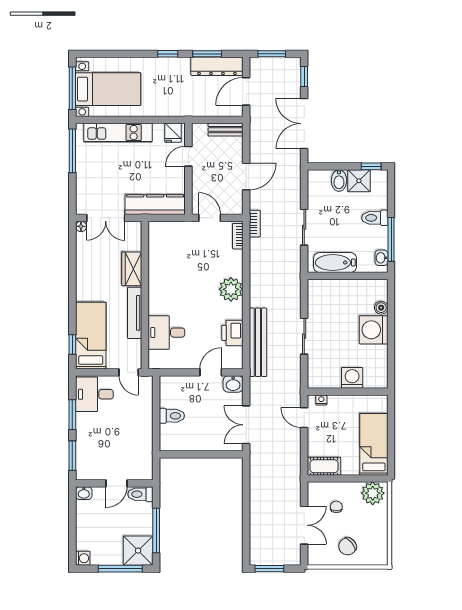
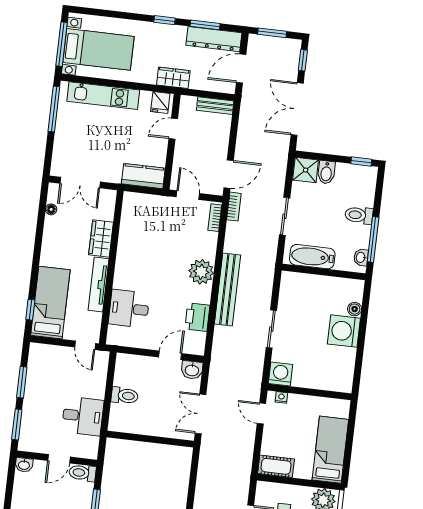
wardrobe: (183, 108) -> (173, 78), added
door: (246, 176) -> (229, 174), moved
shower: (359, 181) -> (306, 170), moved
kitchen counter: (155, 205) -> (143, 176), width x0.67
floor lamp: (81, 226) -> (51, 209), moved
bench: (258, 342) -> (228, 289), moved
washing machine: (352, 378) -> (280, 374), moved
desk: (94, 394) -> (83, 416), moved, turned 180

